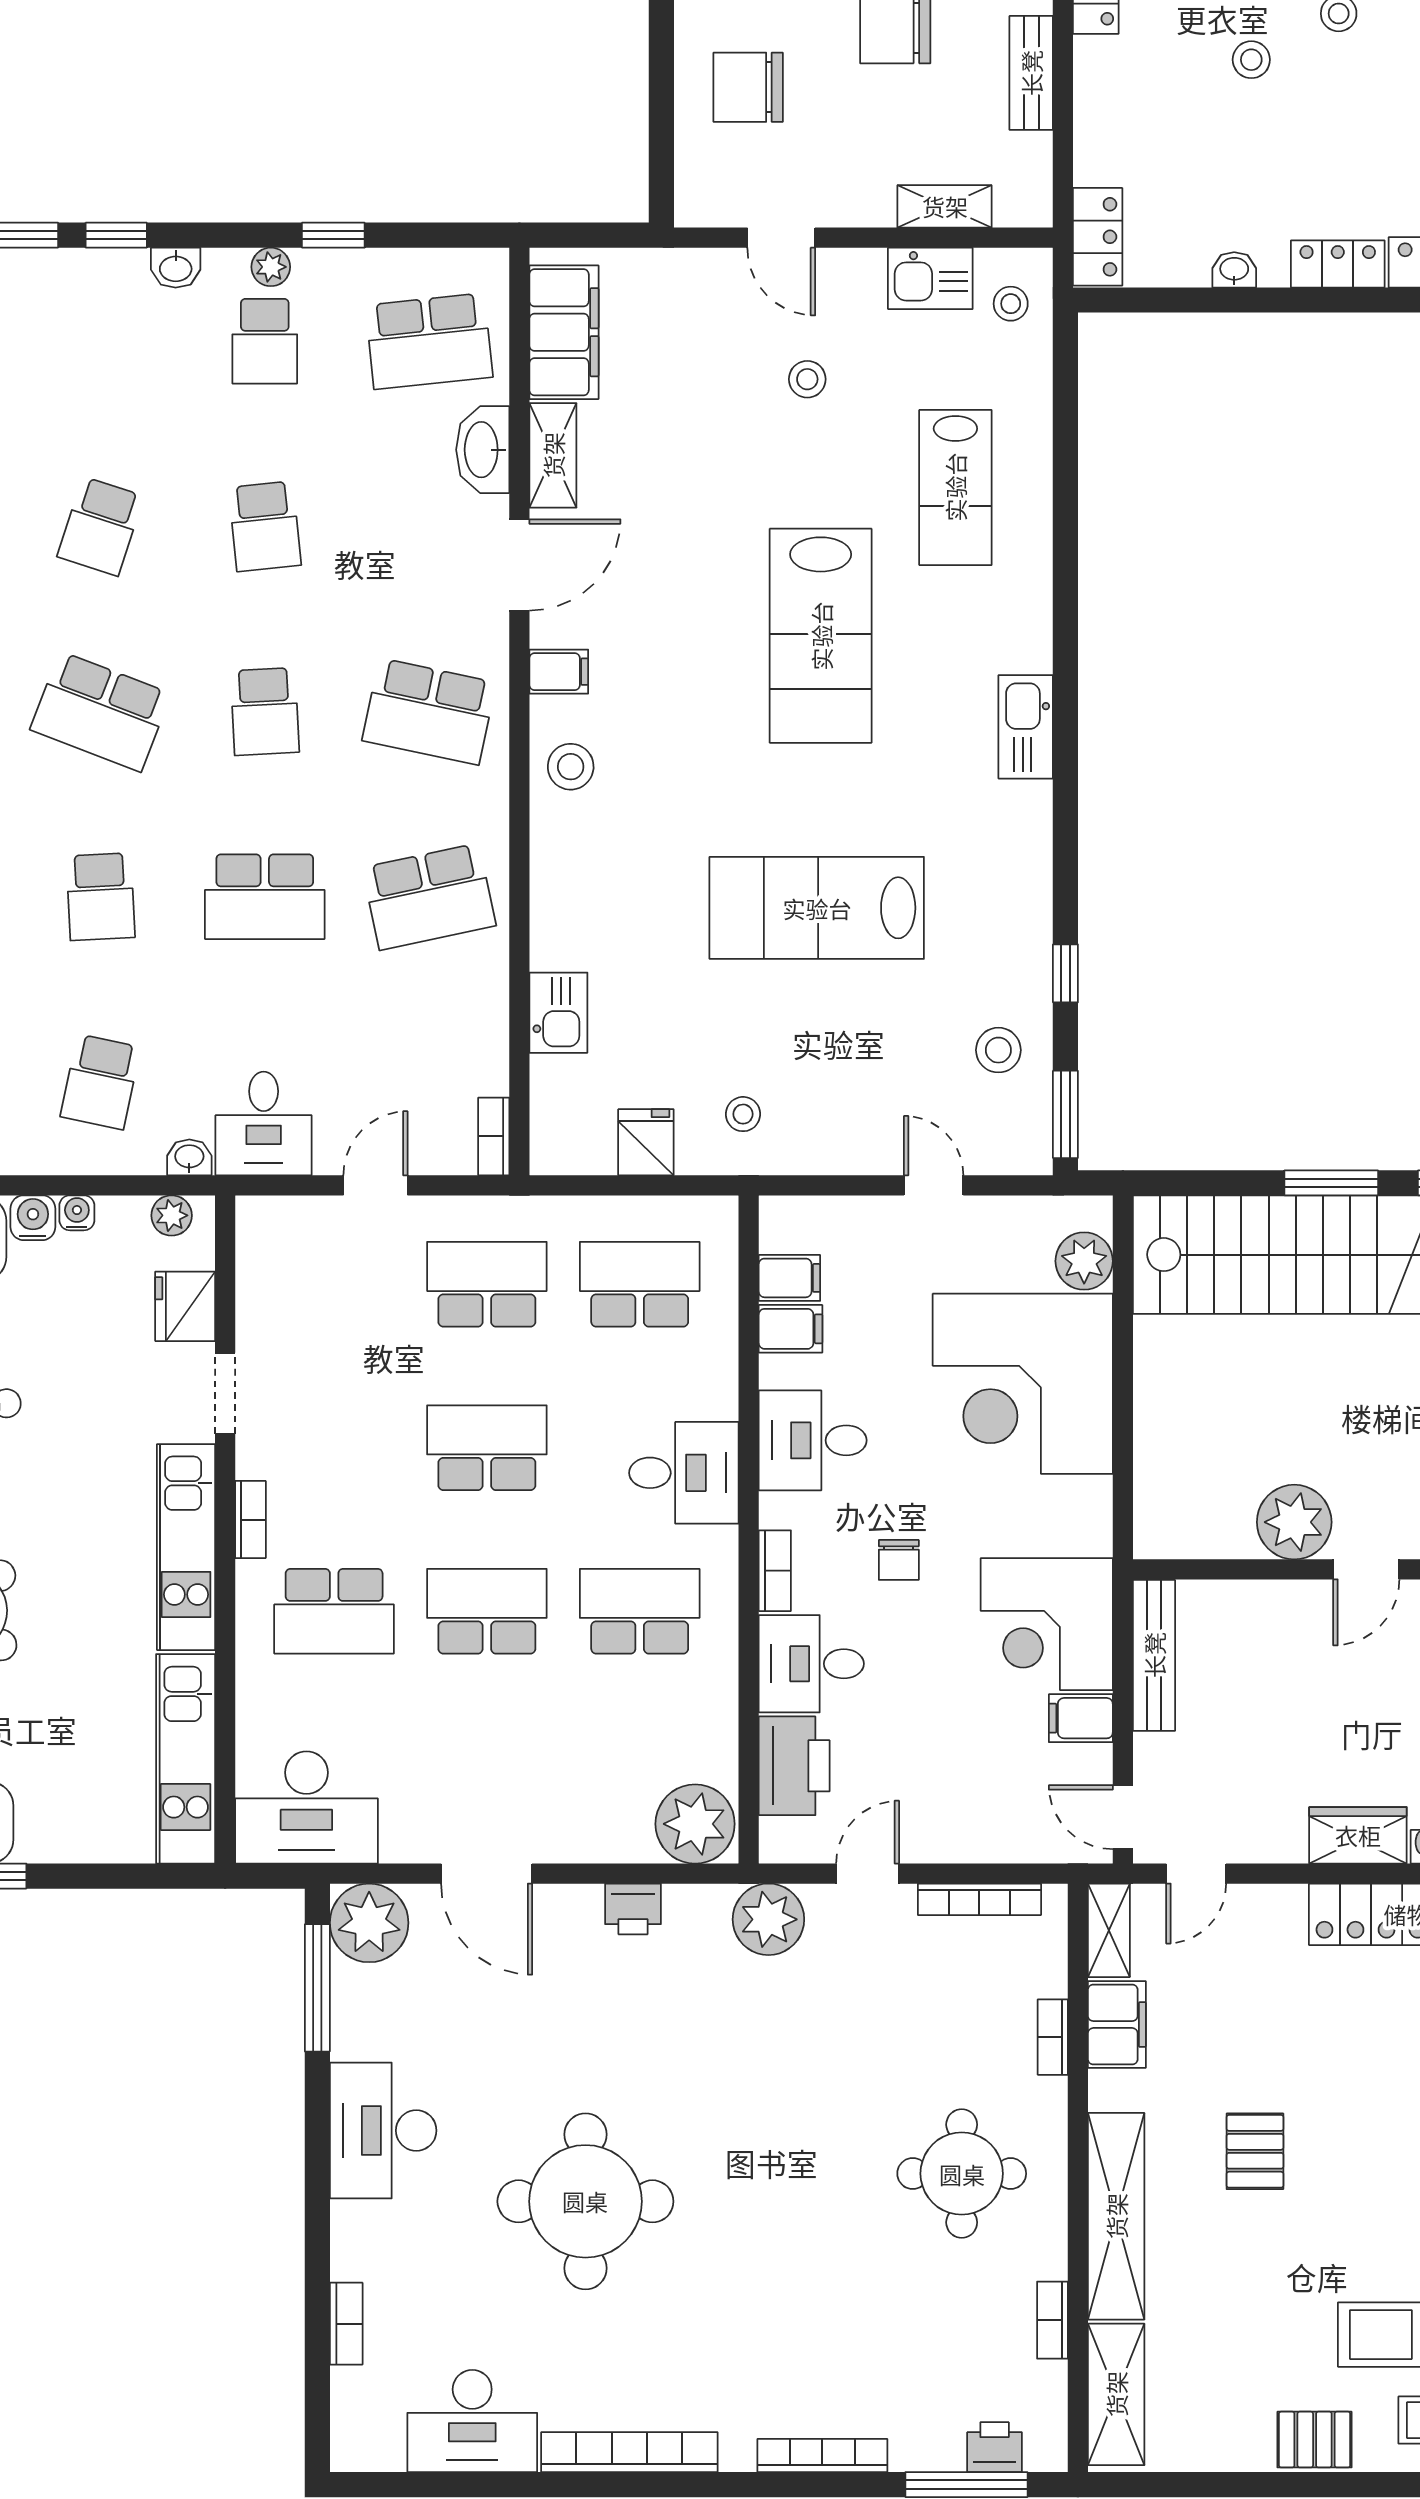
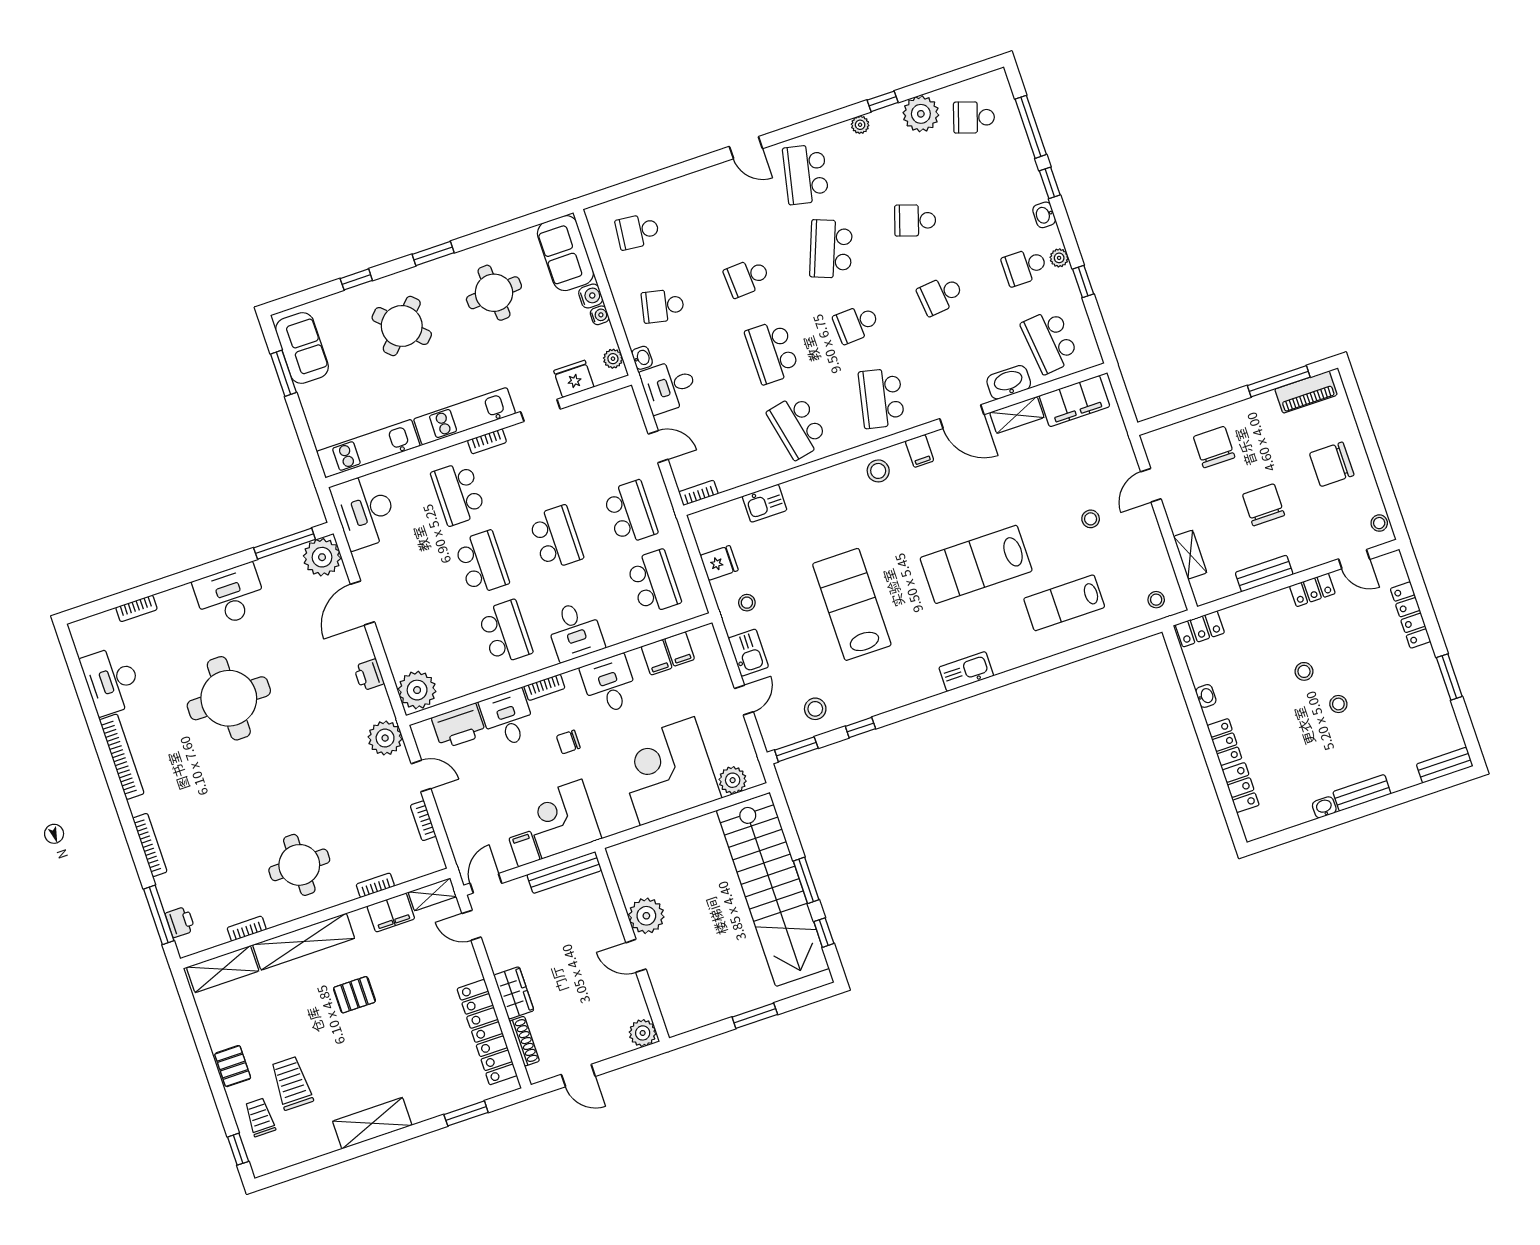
kitchen sink: (930, 278) -> (748, 653), moved, turned 180
bookcase: (979, 1899) -> (423, 821), width x0.64

